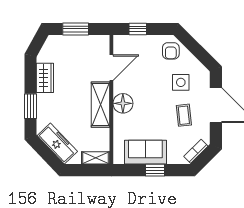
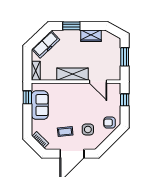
floor lamp: (123, 103) -> (73, 90), removed
window: (155, 170) -> (27, 97), moved

